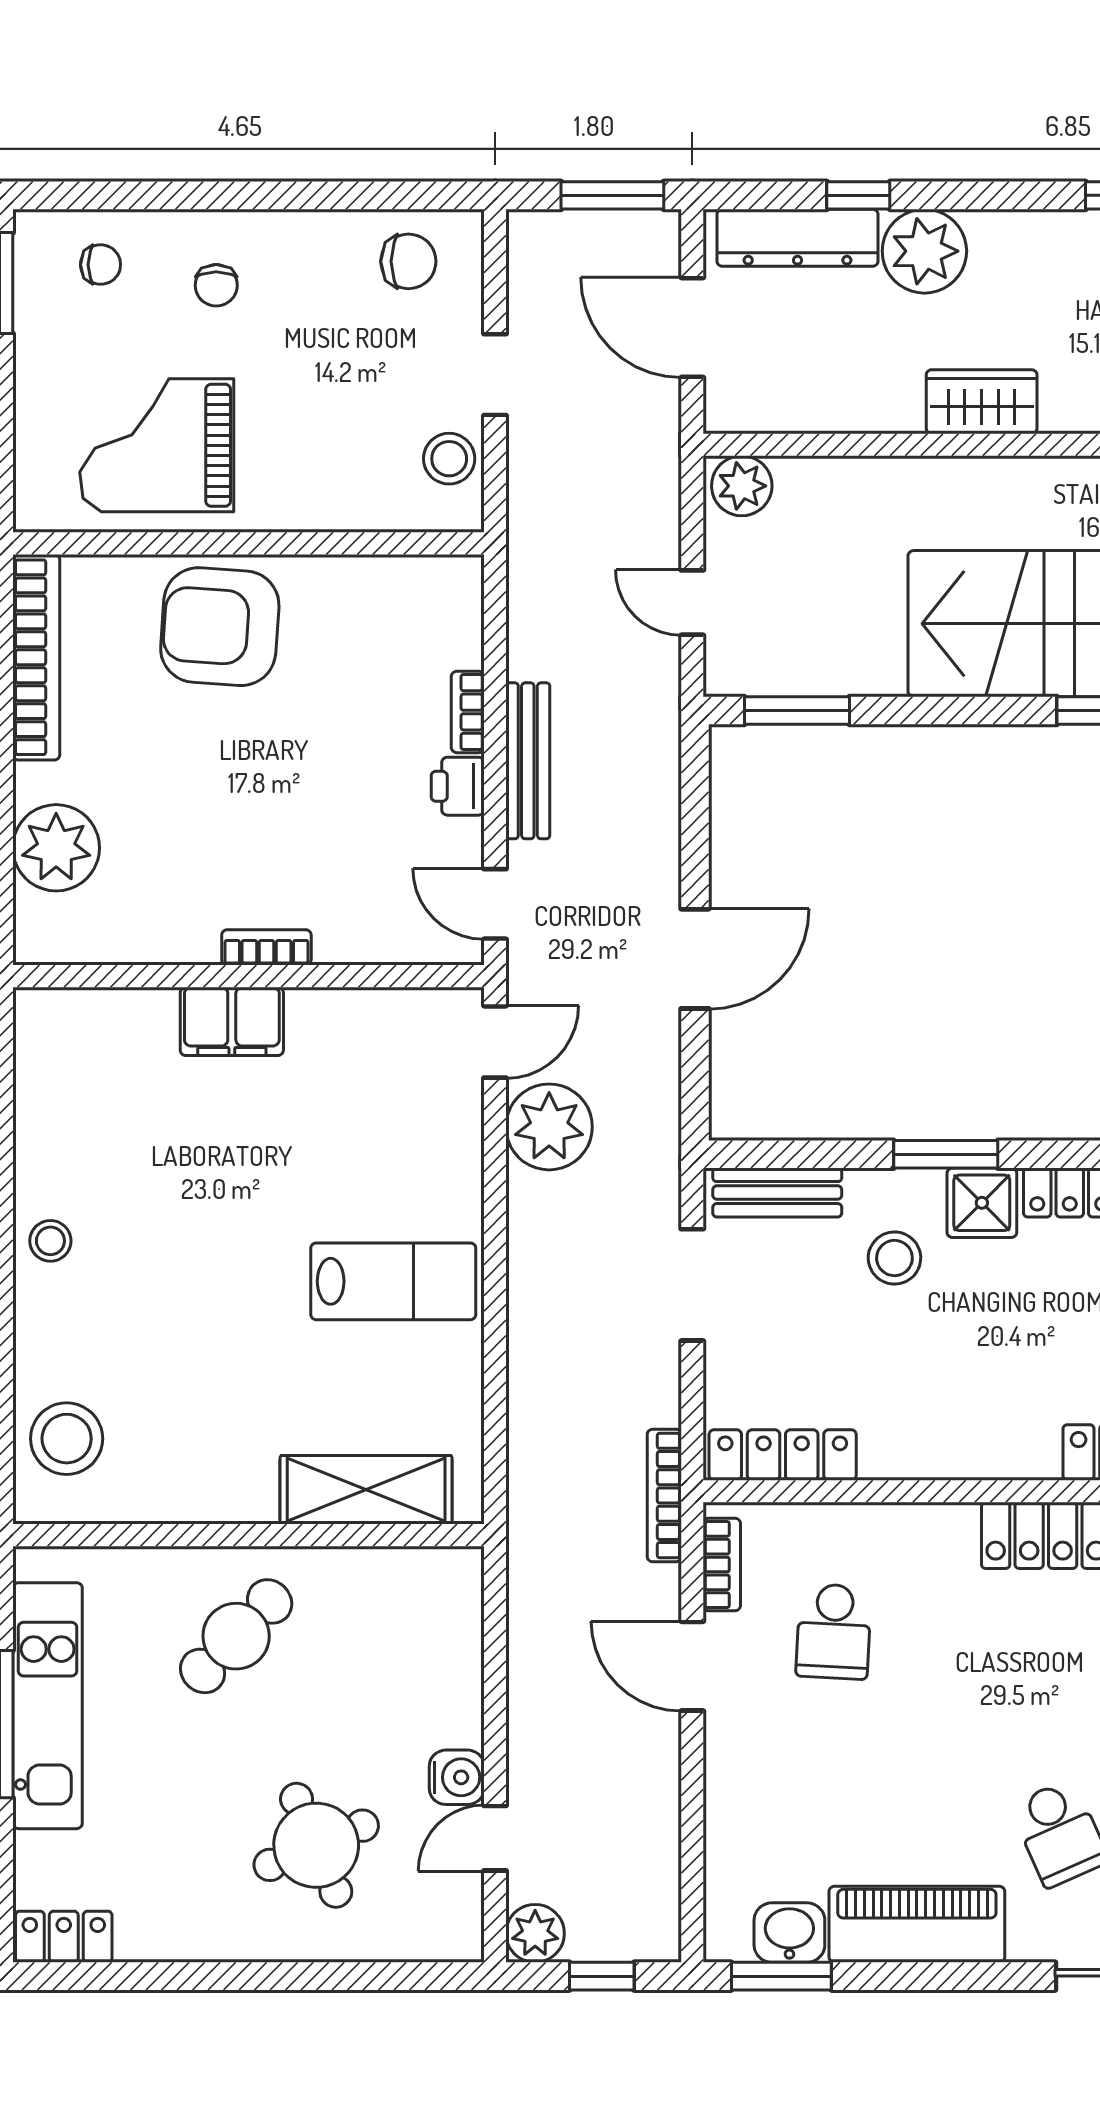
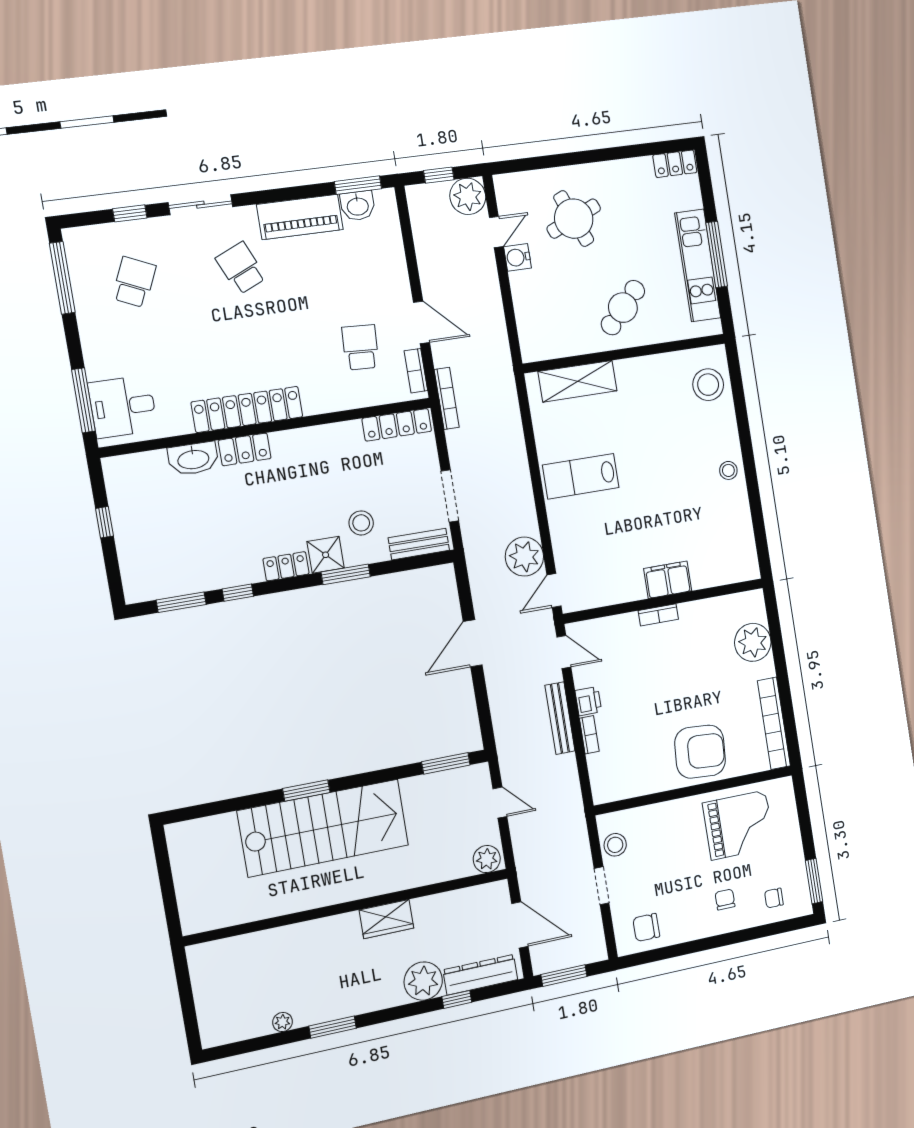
plant: (535, 1933) -> (468, 196), width x1.36, depth x1.36

